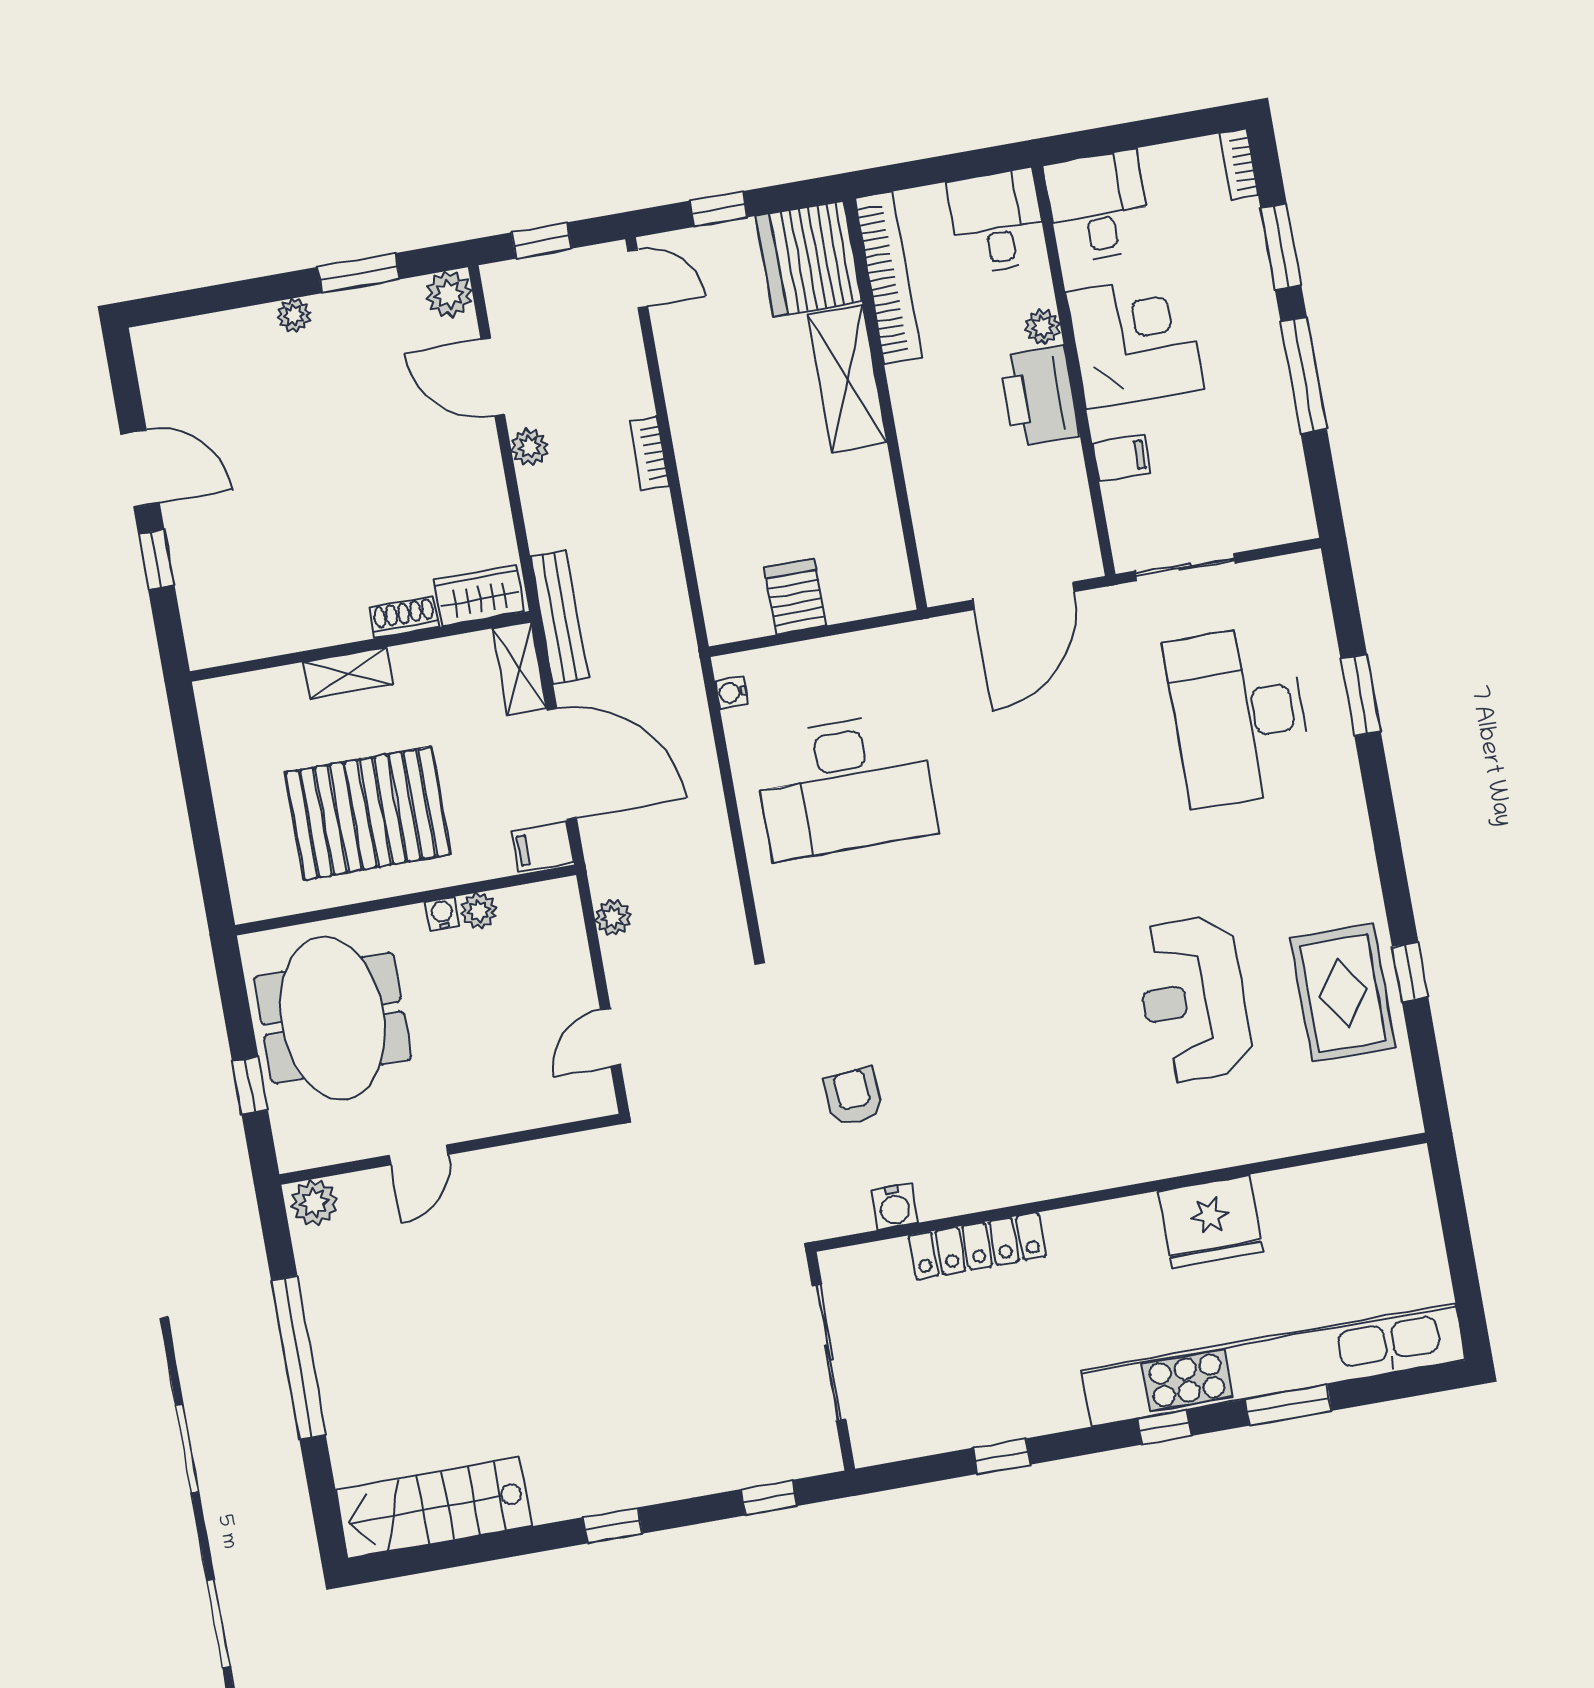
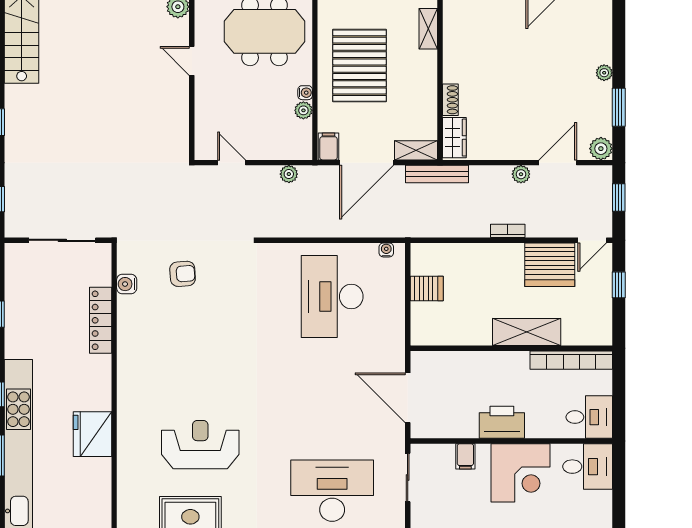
server rack: (809, 259) -> (550, 265), moved, turned 180
plant: (1043, 327) -> (535, 430), removed
shelving: (348, 673) -> (428, 29), moved

